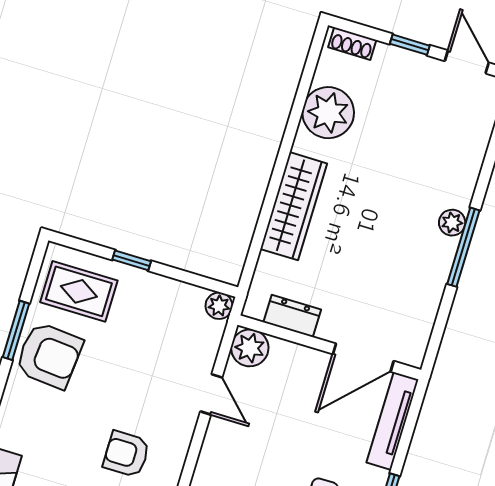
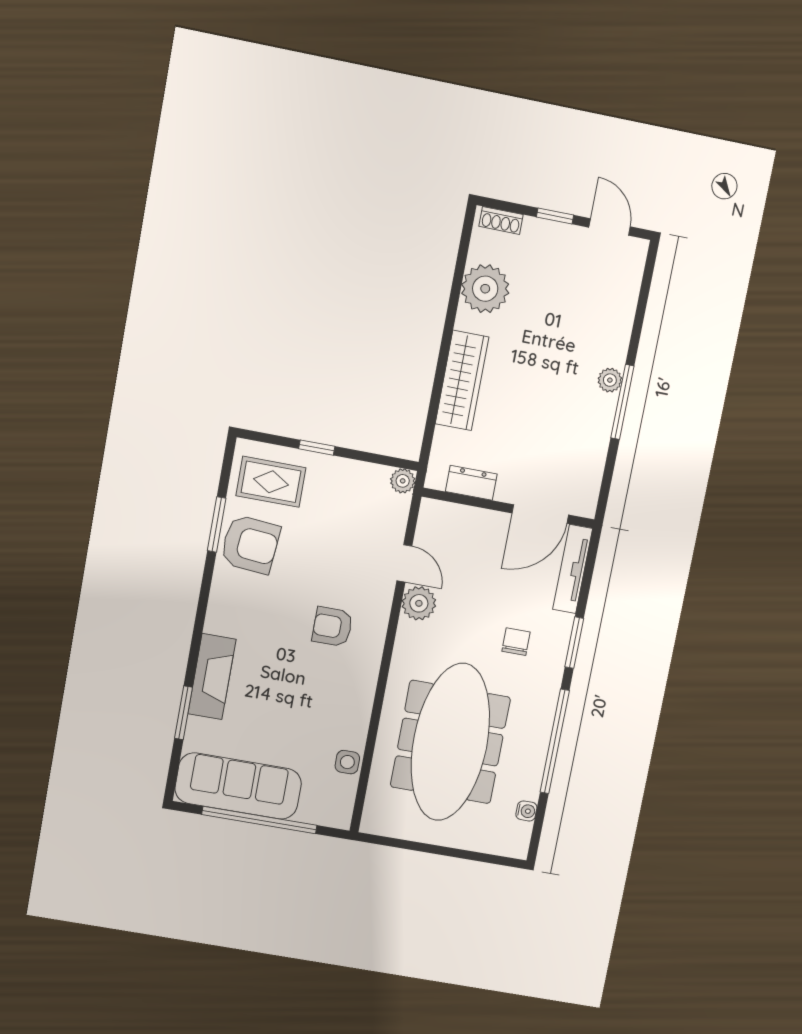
plant: (250, 348) -> (419, 603), moved

